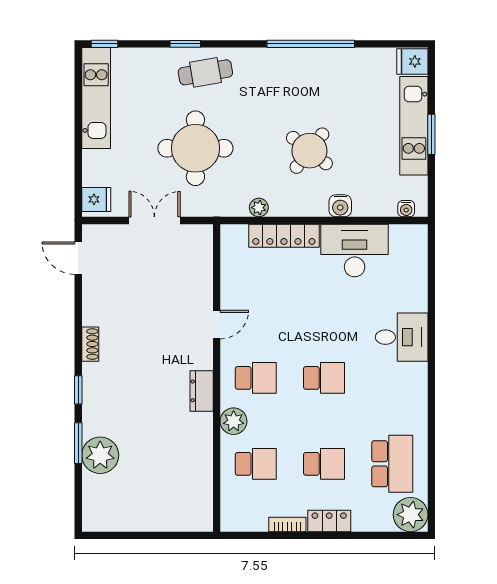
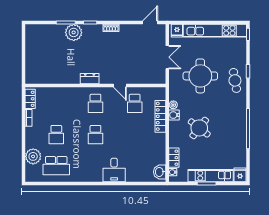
kitchen unit: (96, 98) -> (215, 31), width x1.36
water cooler: (340, 206) -> (174, 115), moved
locker: (375, 206) -> (174, 158), added
washbasin: (406, 237) -> (160, 172), added
desk: (355, 250) -> (154, 149), removed
plant: (234, 421) -> (76, 93), removed
plant: (100, 455) -> (74, 32), moved
school desk: (256, 464) -> (135, 103), moved
plant: (411, 515) -> (33, 156), moved
locker: (329, 521) -> (30, 99), moved

